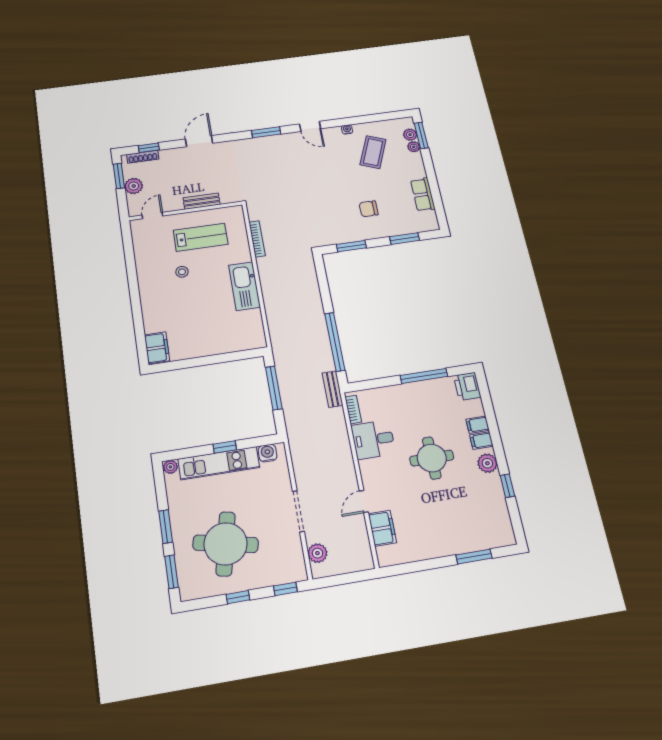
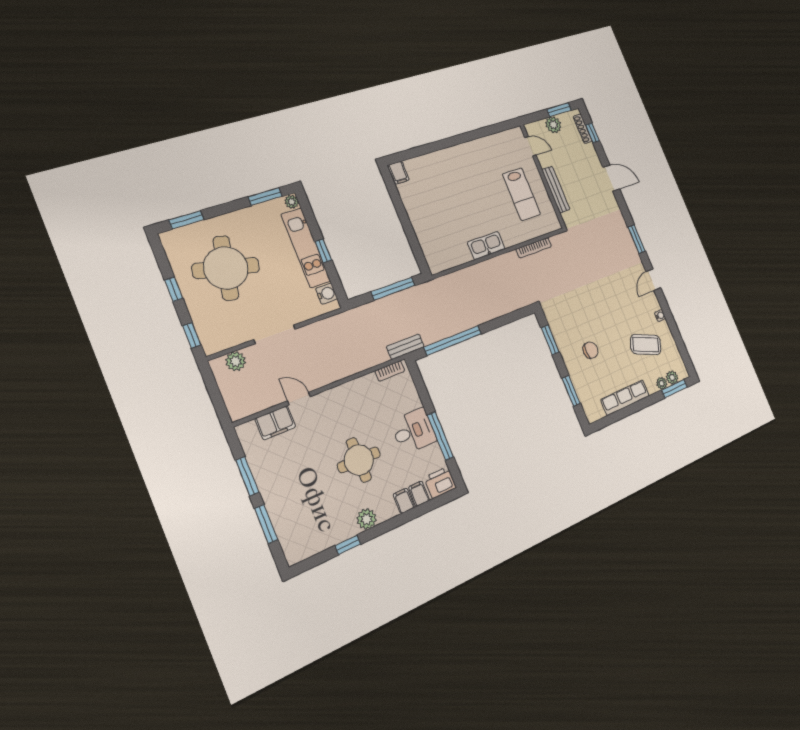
row of seats: (423, 195) -> (625, 398), width x1.48
bench: (202, 201) -> (556, 190), width x1.36
chair: (369, 209) -> (591, 350), turned 90
stool: (182, 272) -> (484, 182), removed
kitchen sink: (244, 286) -> (486, 246), width x0.73, depth x0.81
filing cabinet: (157, 348) -> (399, 173), width x0.50
desk: (373, 440) -> (414, 431), moved, turned 90
filing cabinet: (481, 441) -> (419, 494), moved
window: (166, 527) -> (265, 197), moved
window: (427, 565) -> (247, 476), added

